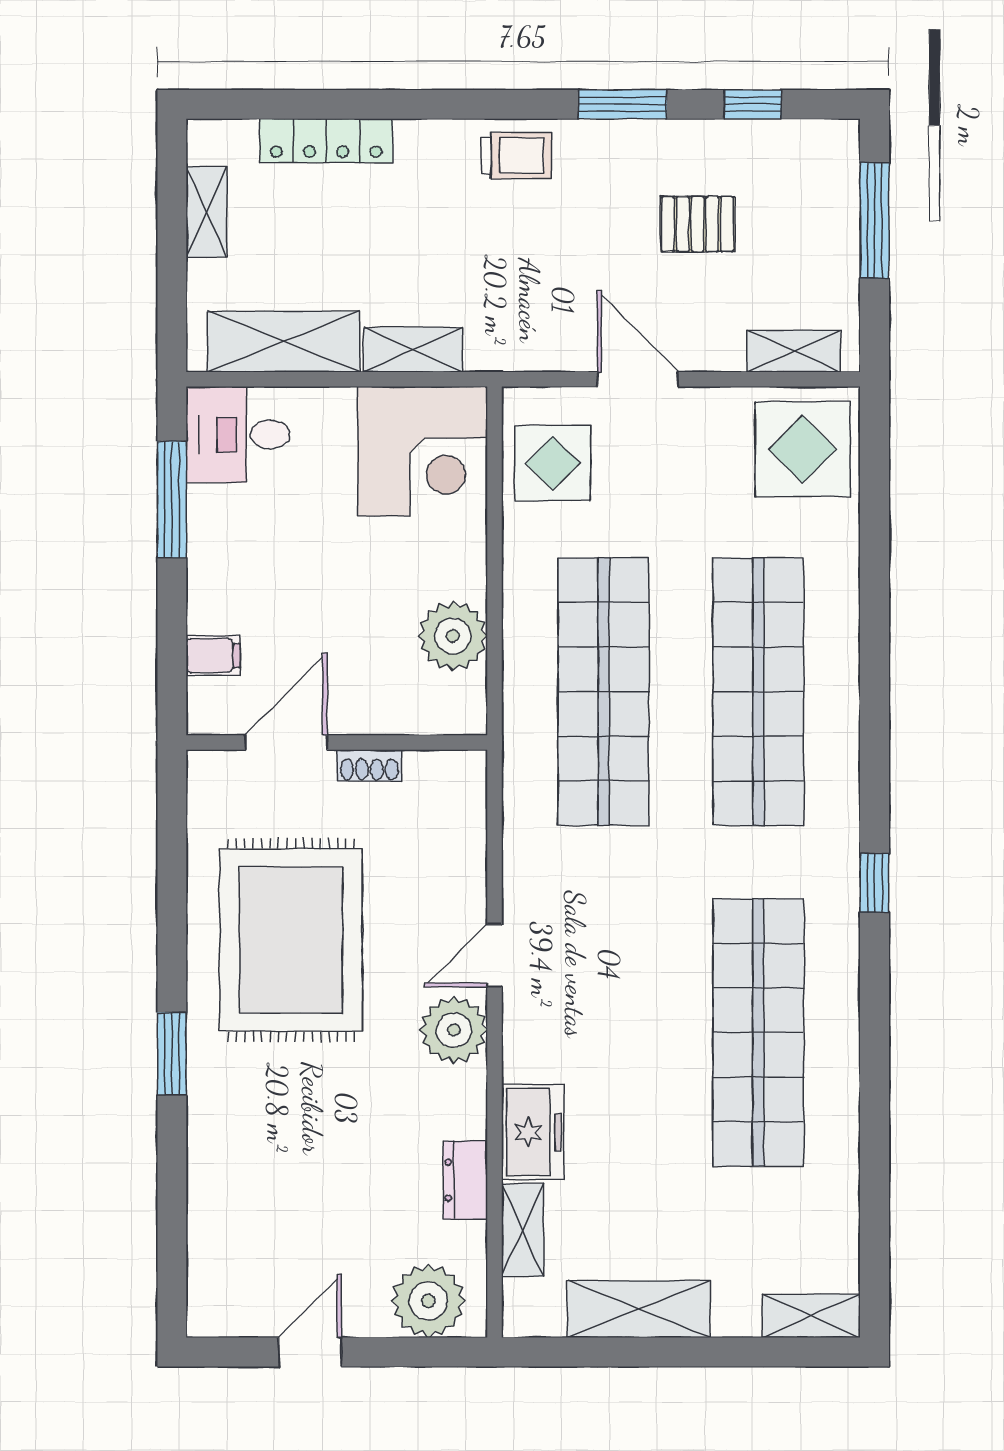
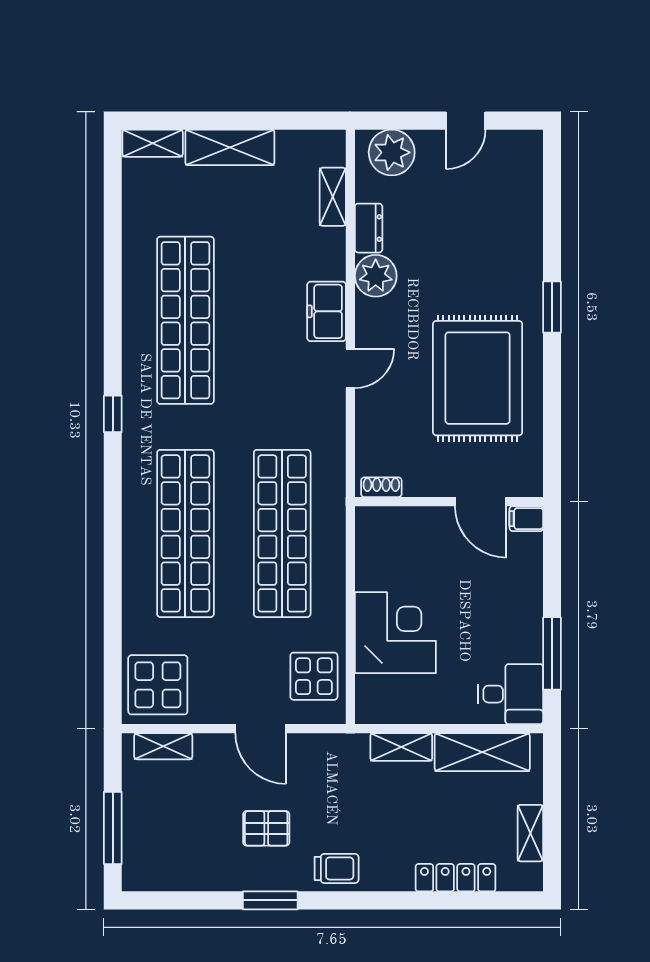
window: (753, 104) -> (189, 900), removed
trolley: (516, 156) -> (337, 868), turned 180
pallet: (697, 224) -> (266, 828), moved
corner desk: (422, 451) -> (395, 633), moved, turned 90
plant: (453, 636) -> (376, 568), removed
filing cabinet: (213, 656) -> (526, 519), moved
door: (286, 743) -> (481, 502), hinge flipped
shoe rack: (369, 765) -> (381, 487), moved
plant: (454, 1030) -> (376, 276), moved
freezer: (533, 1132) -> (327, 311), moved
shelving: (639, 1309) -> (230, 147), moved

